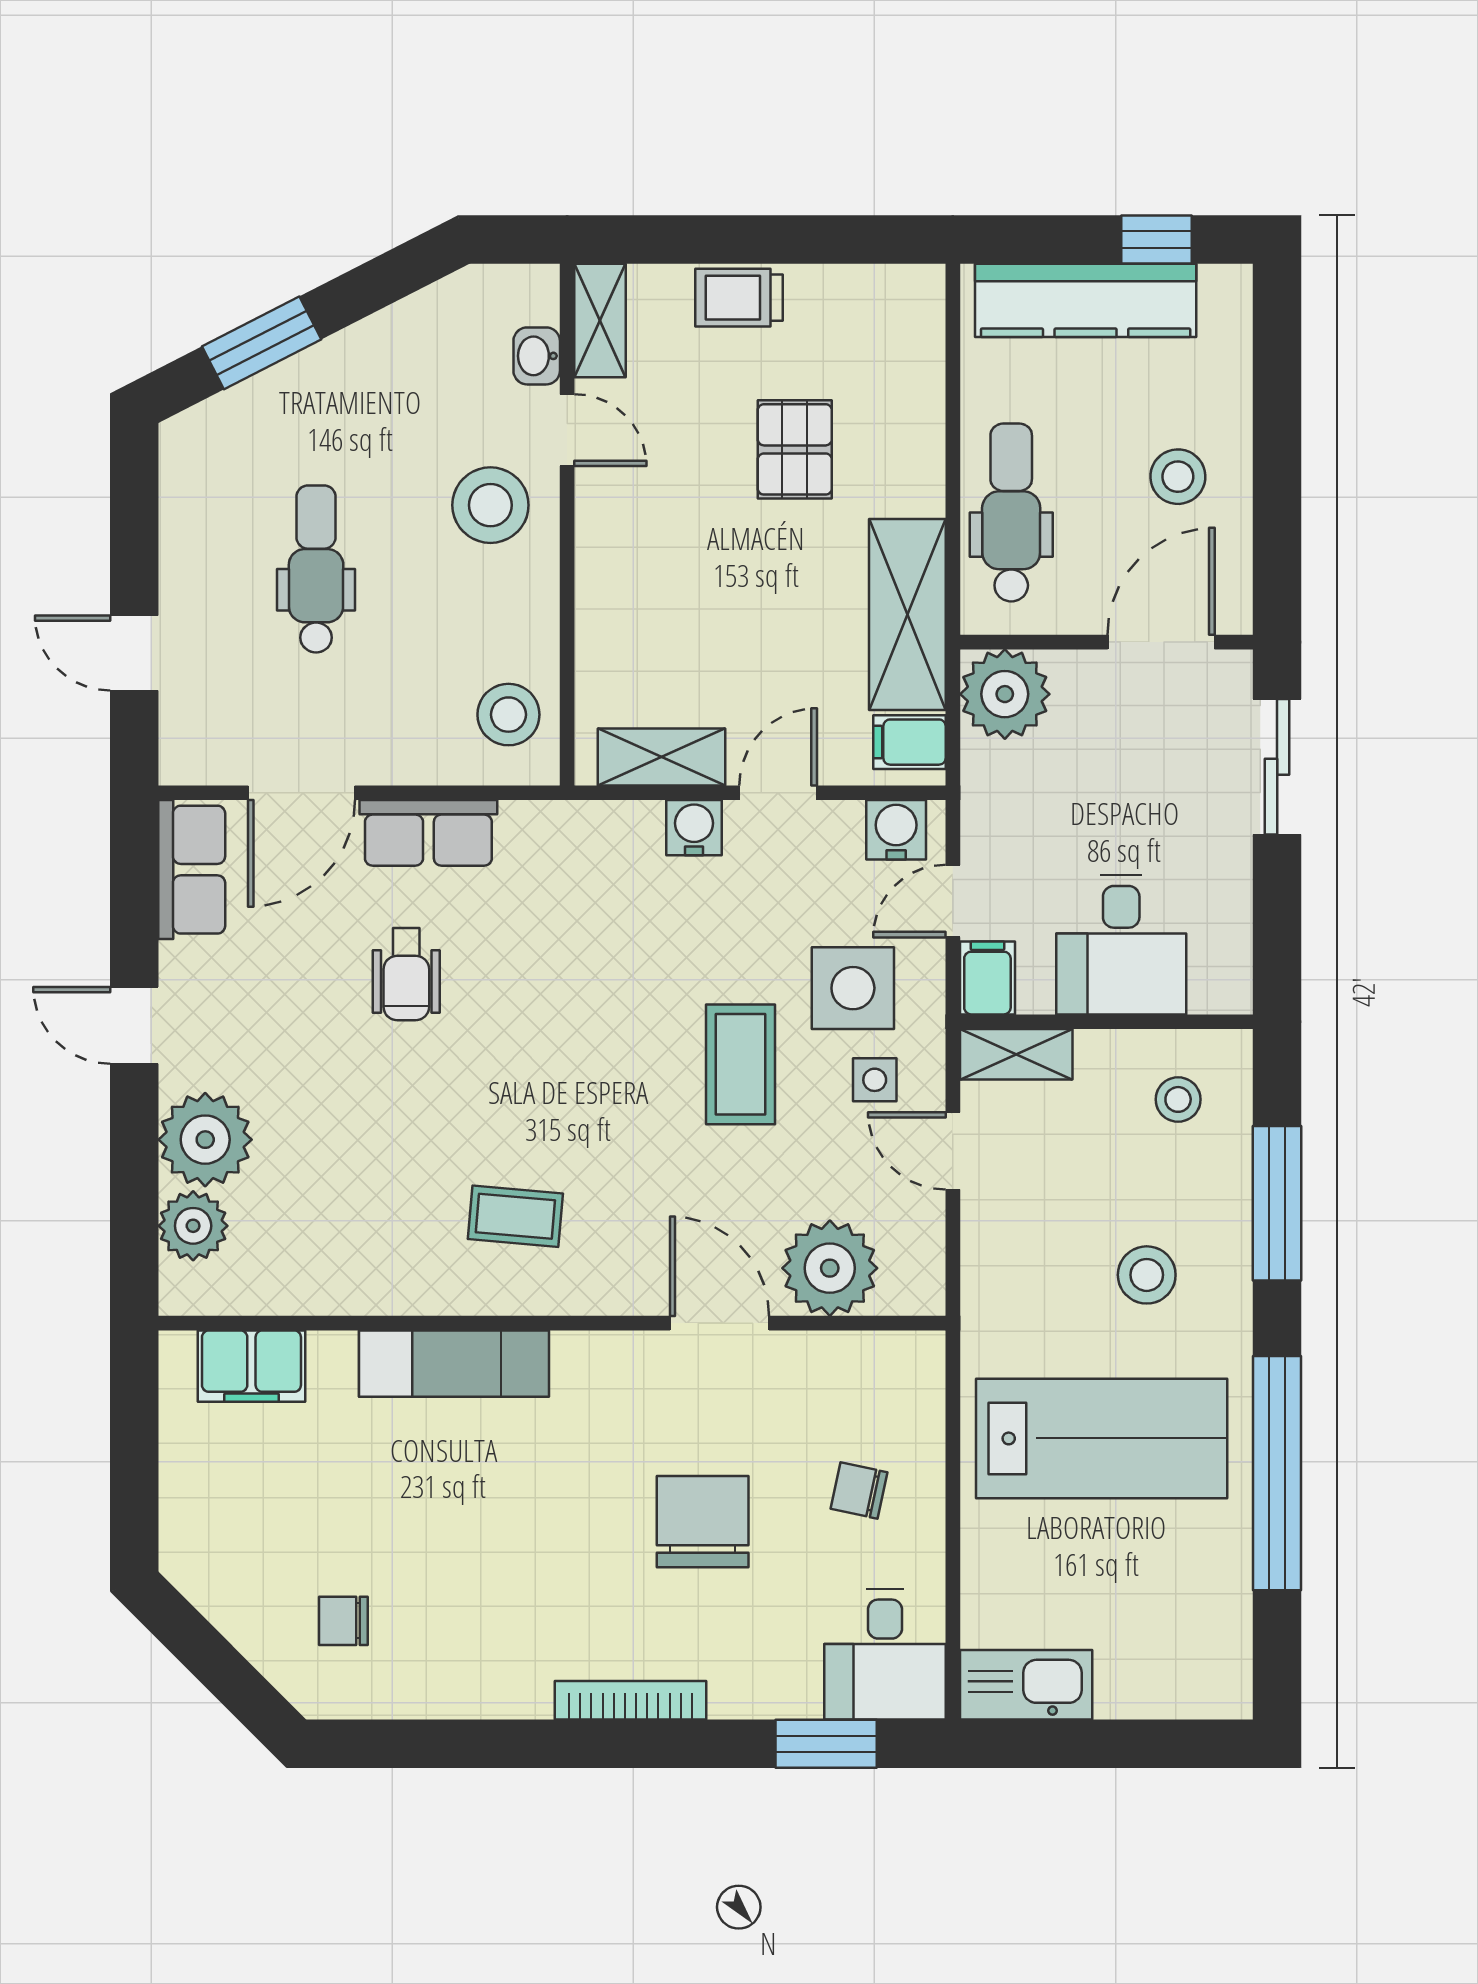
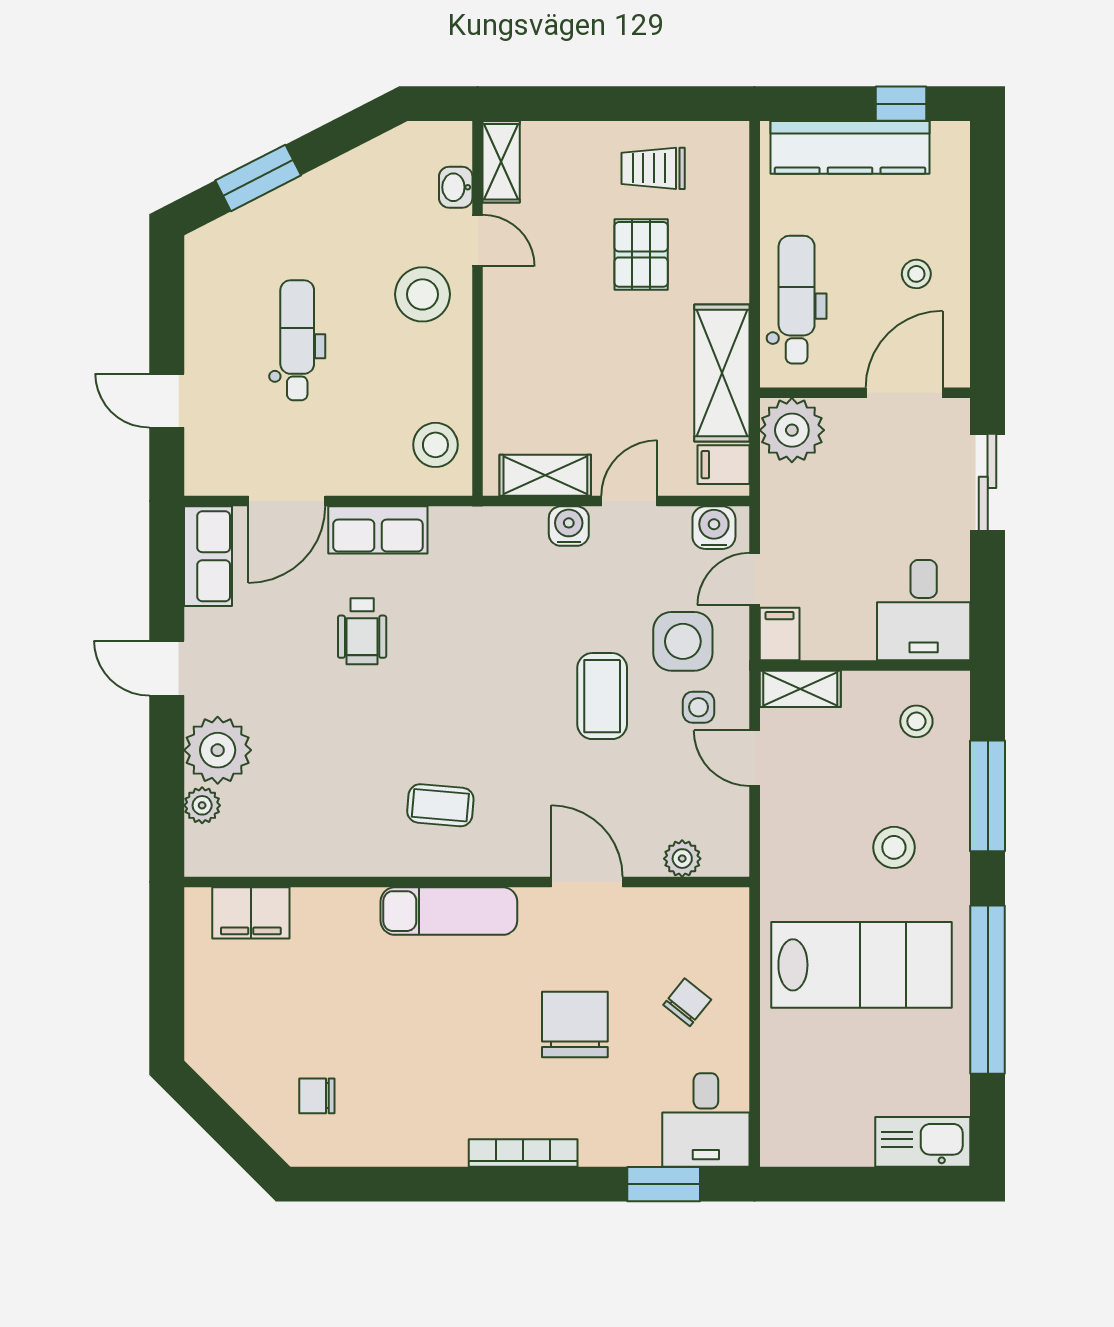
trolley: (739, 298) -> (653, 168), moved
stool: (1178, 477) -> (916, 274), width x0.73, depth x0.73
desk: (1121, 945) -> (924, 610), moved
plant: (193, 1226) -> (202, 805), width x0.73, depth x0.73
plant: (830, 1268) -> (682, 859), width x0.53, depth x0.53
exam couch: (454, 1364) -> (449, 911), moved
chair: (859, 1491) -> (687, 1002), turned 117
kitchen sink: (1026, 1685) -> (923, 1142), moved

